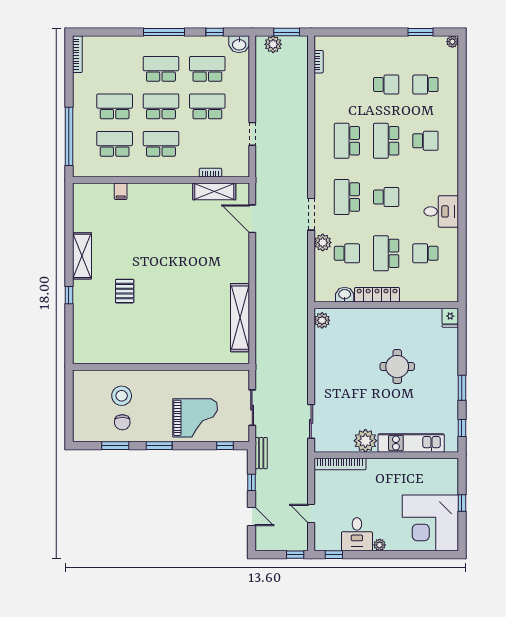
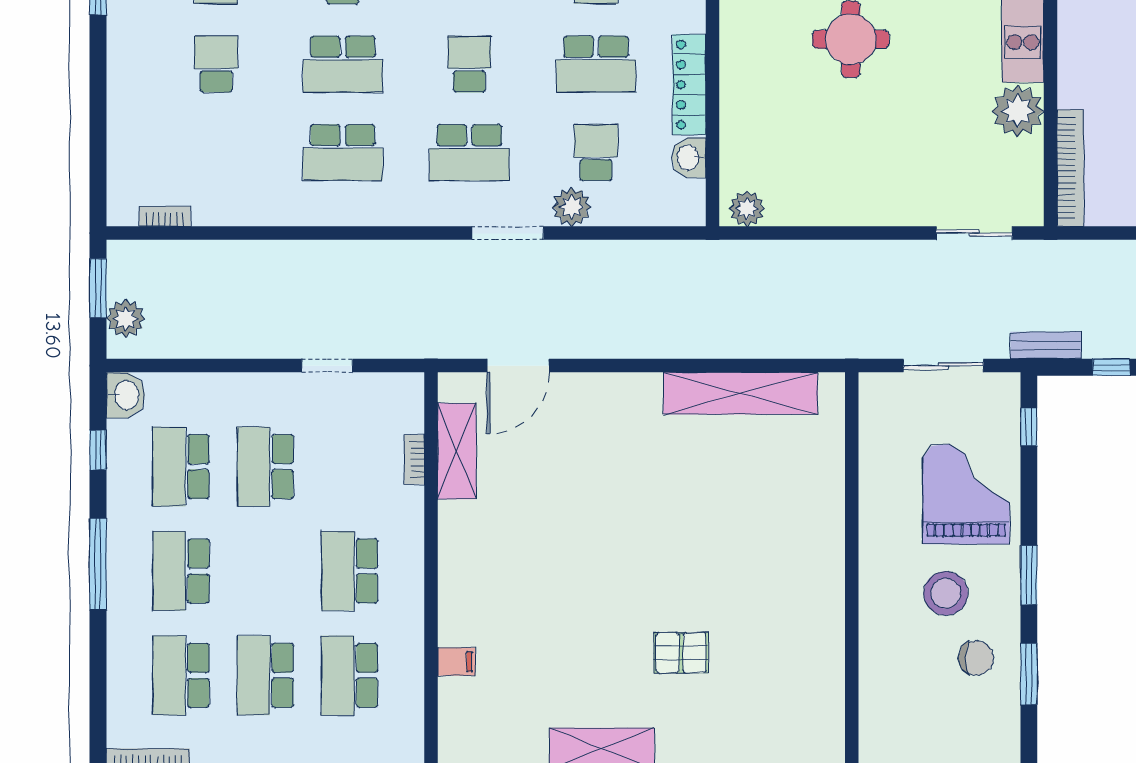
school desk: (161, 106) -> (181, 675), moved
stool: (122, 396) -> (946, 593), moved

